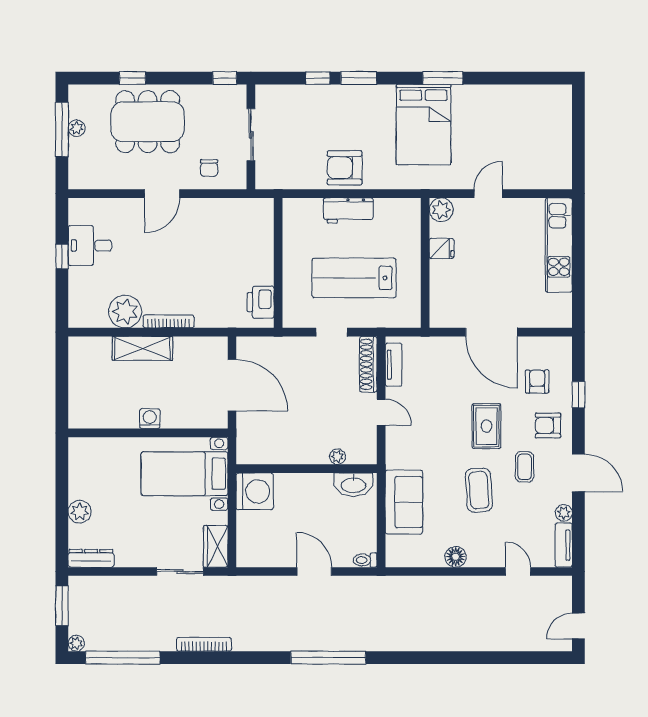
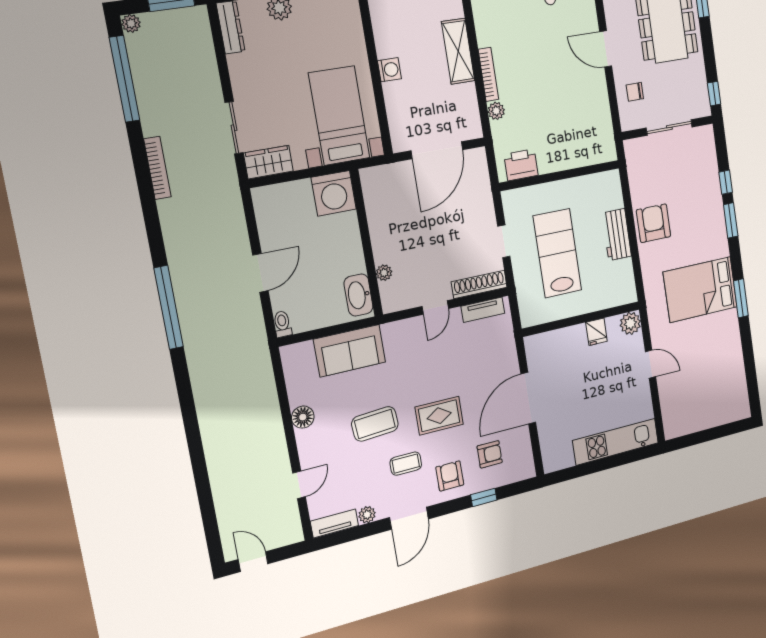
plant: (125, 312) -> (496, 111), moved, width x0.53, depth x0.53

